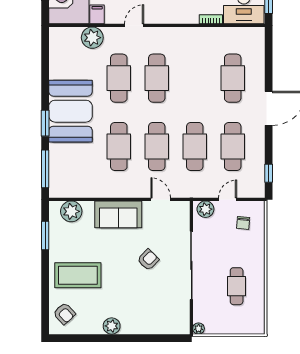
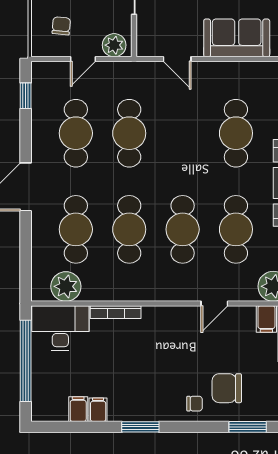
bookcase: (211, 19) -> (116, 312), width x1.56
plant: (240, 37) -> (66, 286), added
cafe table: (157, 147) -> (129, 229), moved

